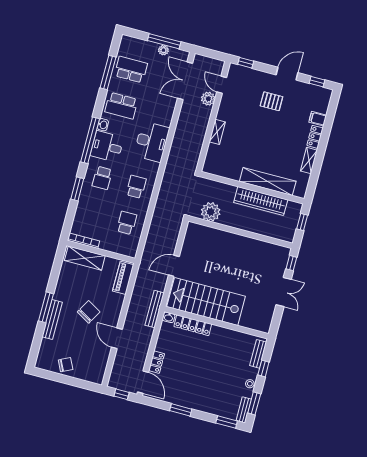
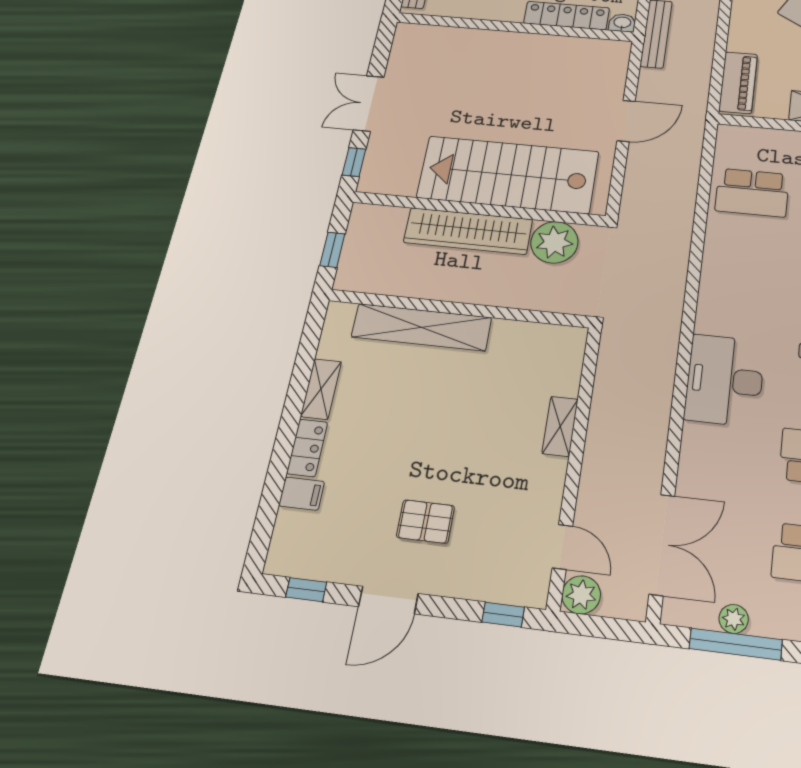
plant: (208, 99) -> (581, 595), moved
school desk: (136, 187) -> (744, 272), removed
wardrobe: (261, 201) -> (468, 231), moved, turned 180
school desk: (127, 223) -> (752, 193), width x1.85
stairs: (206, 302) -> (508, 175), moved, turned 180

